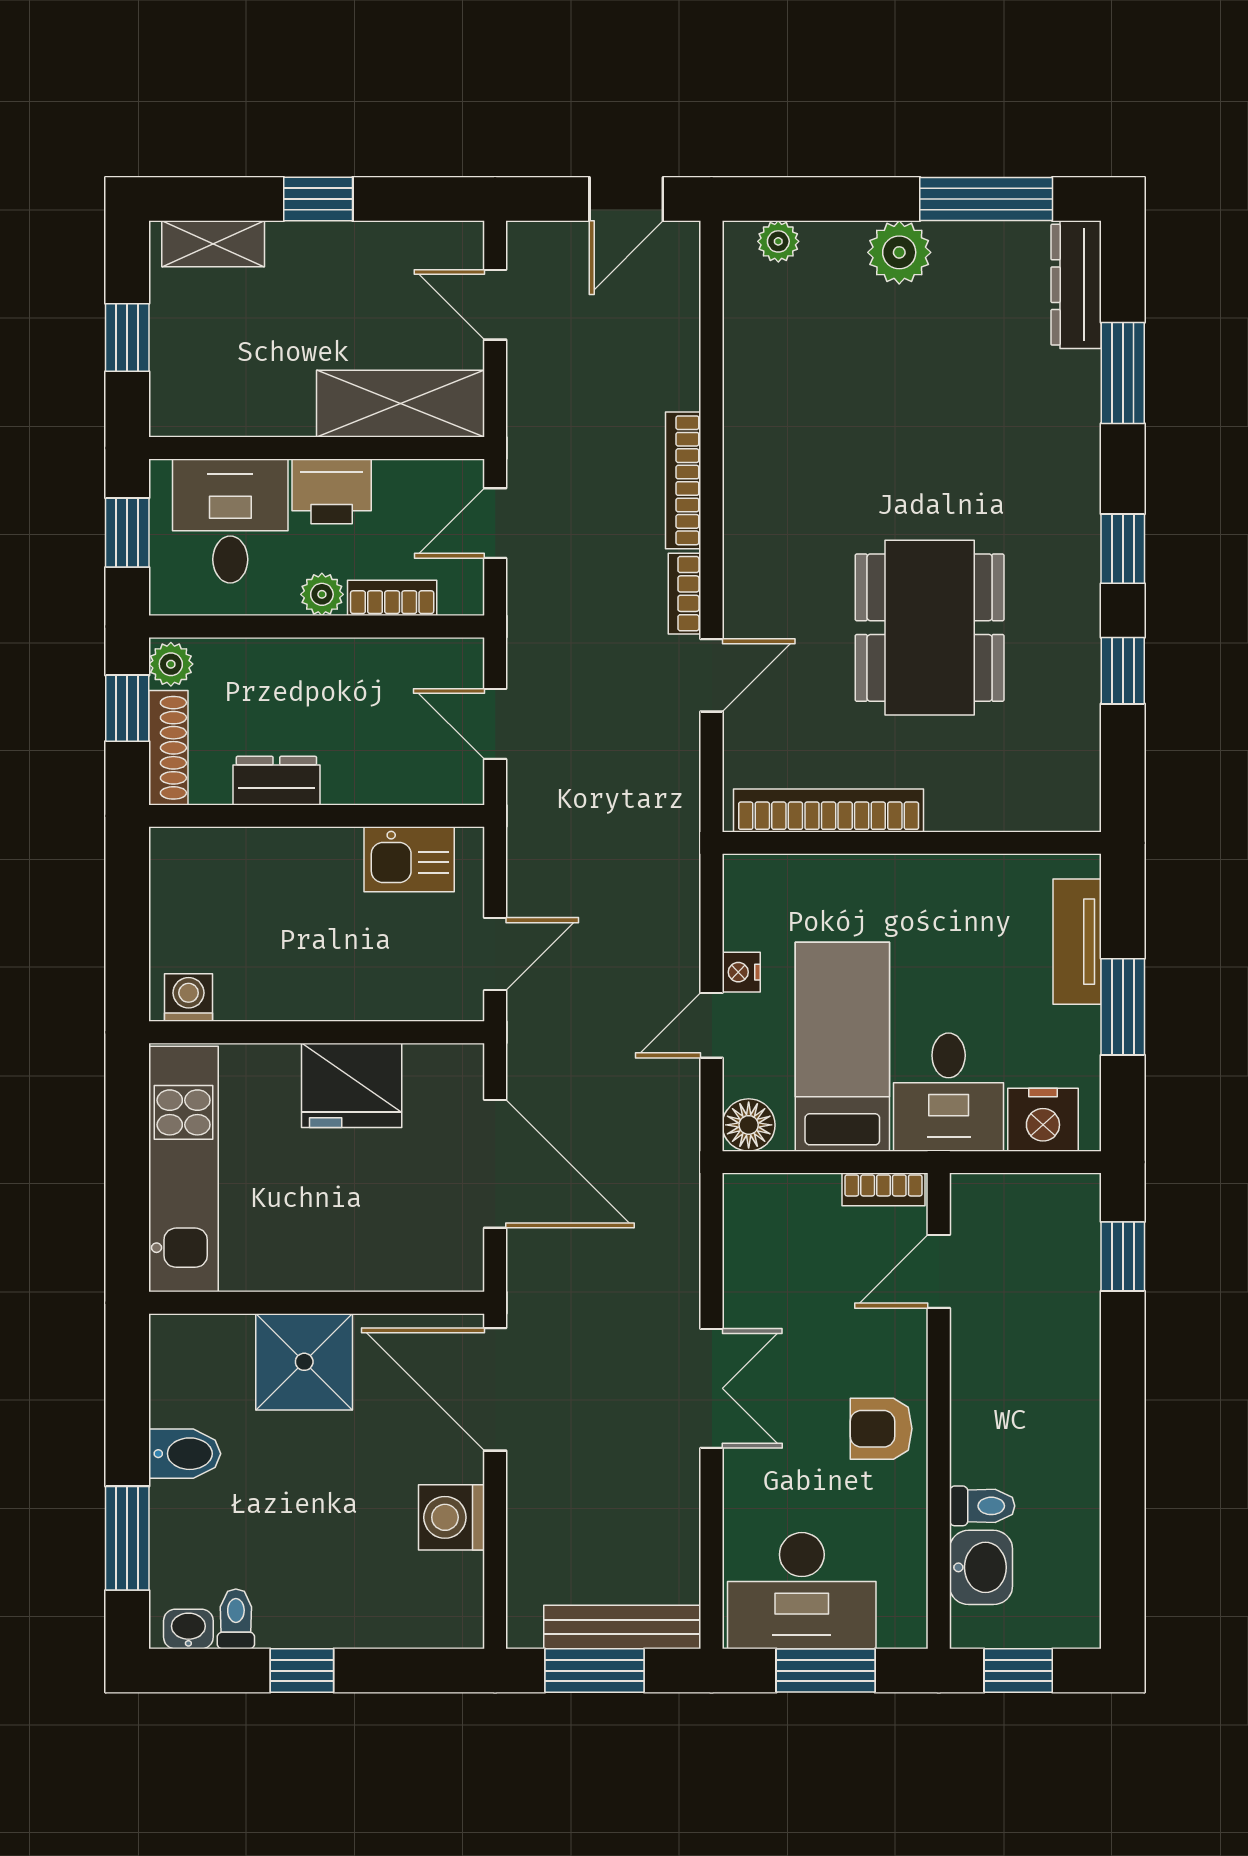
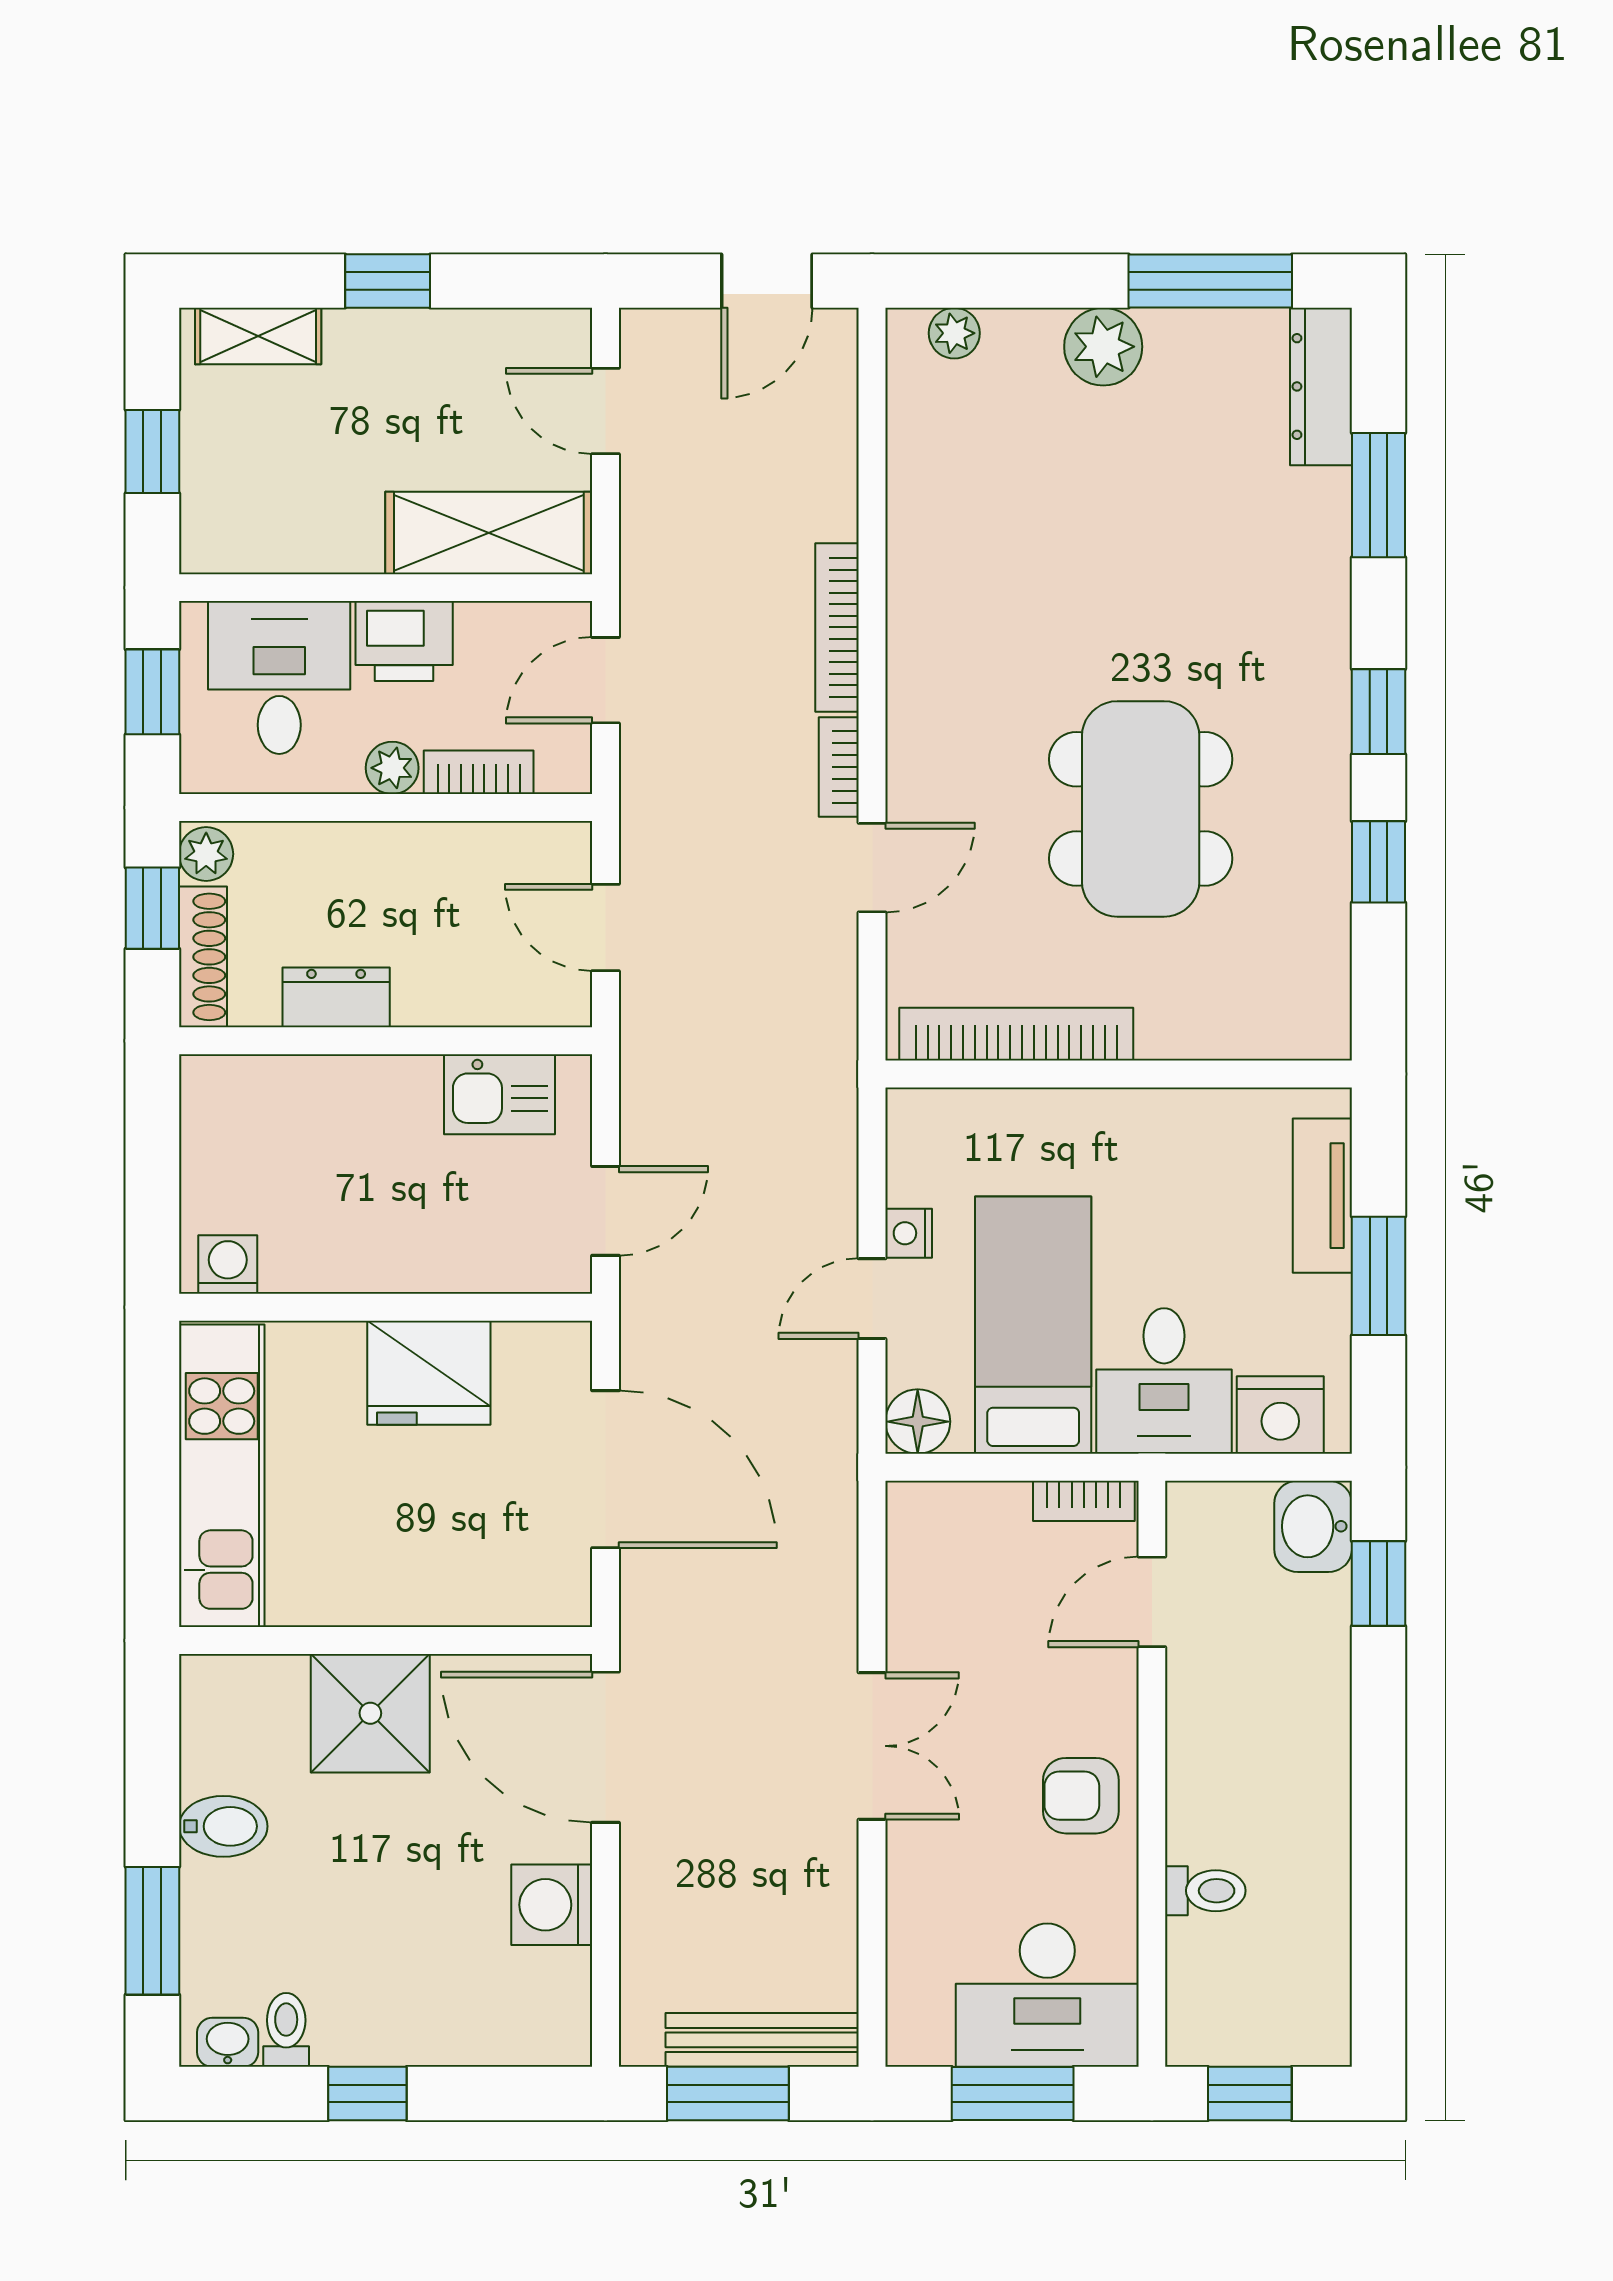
washbasin: (981, 1567) -> (1313, 1526), moved, turned 180
desk: (802, 1591) -> (1047, 1995), moved

